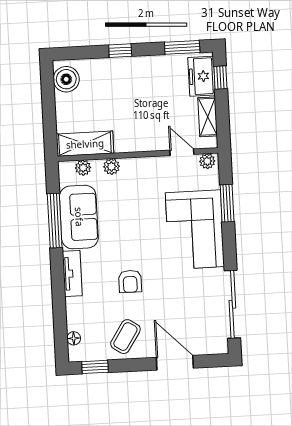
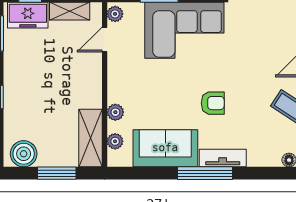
window: (49, 112) -> (57, 173), added
window: (55, 221) -> (205, 173), moved
armchair: (130, 281) -> (213, 103), moved

